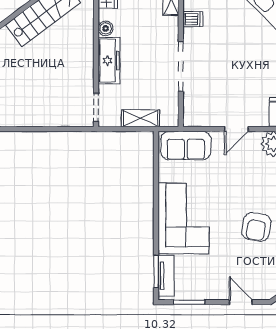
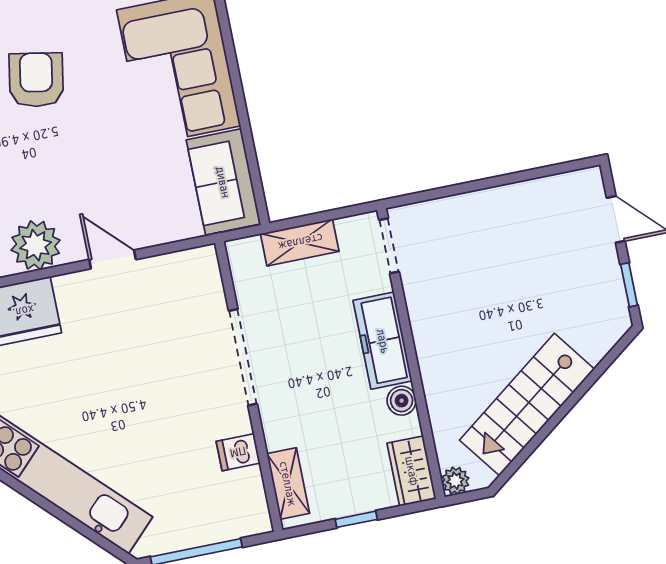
door: (236, 129) -> (113, 259), hinge flipped
sofa: (186, 145) -> (223, 182), moved, turned -90

